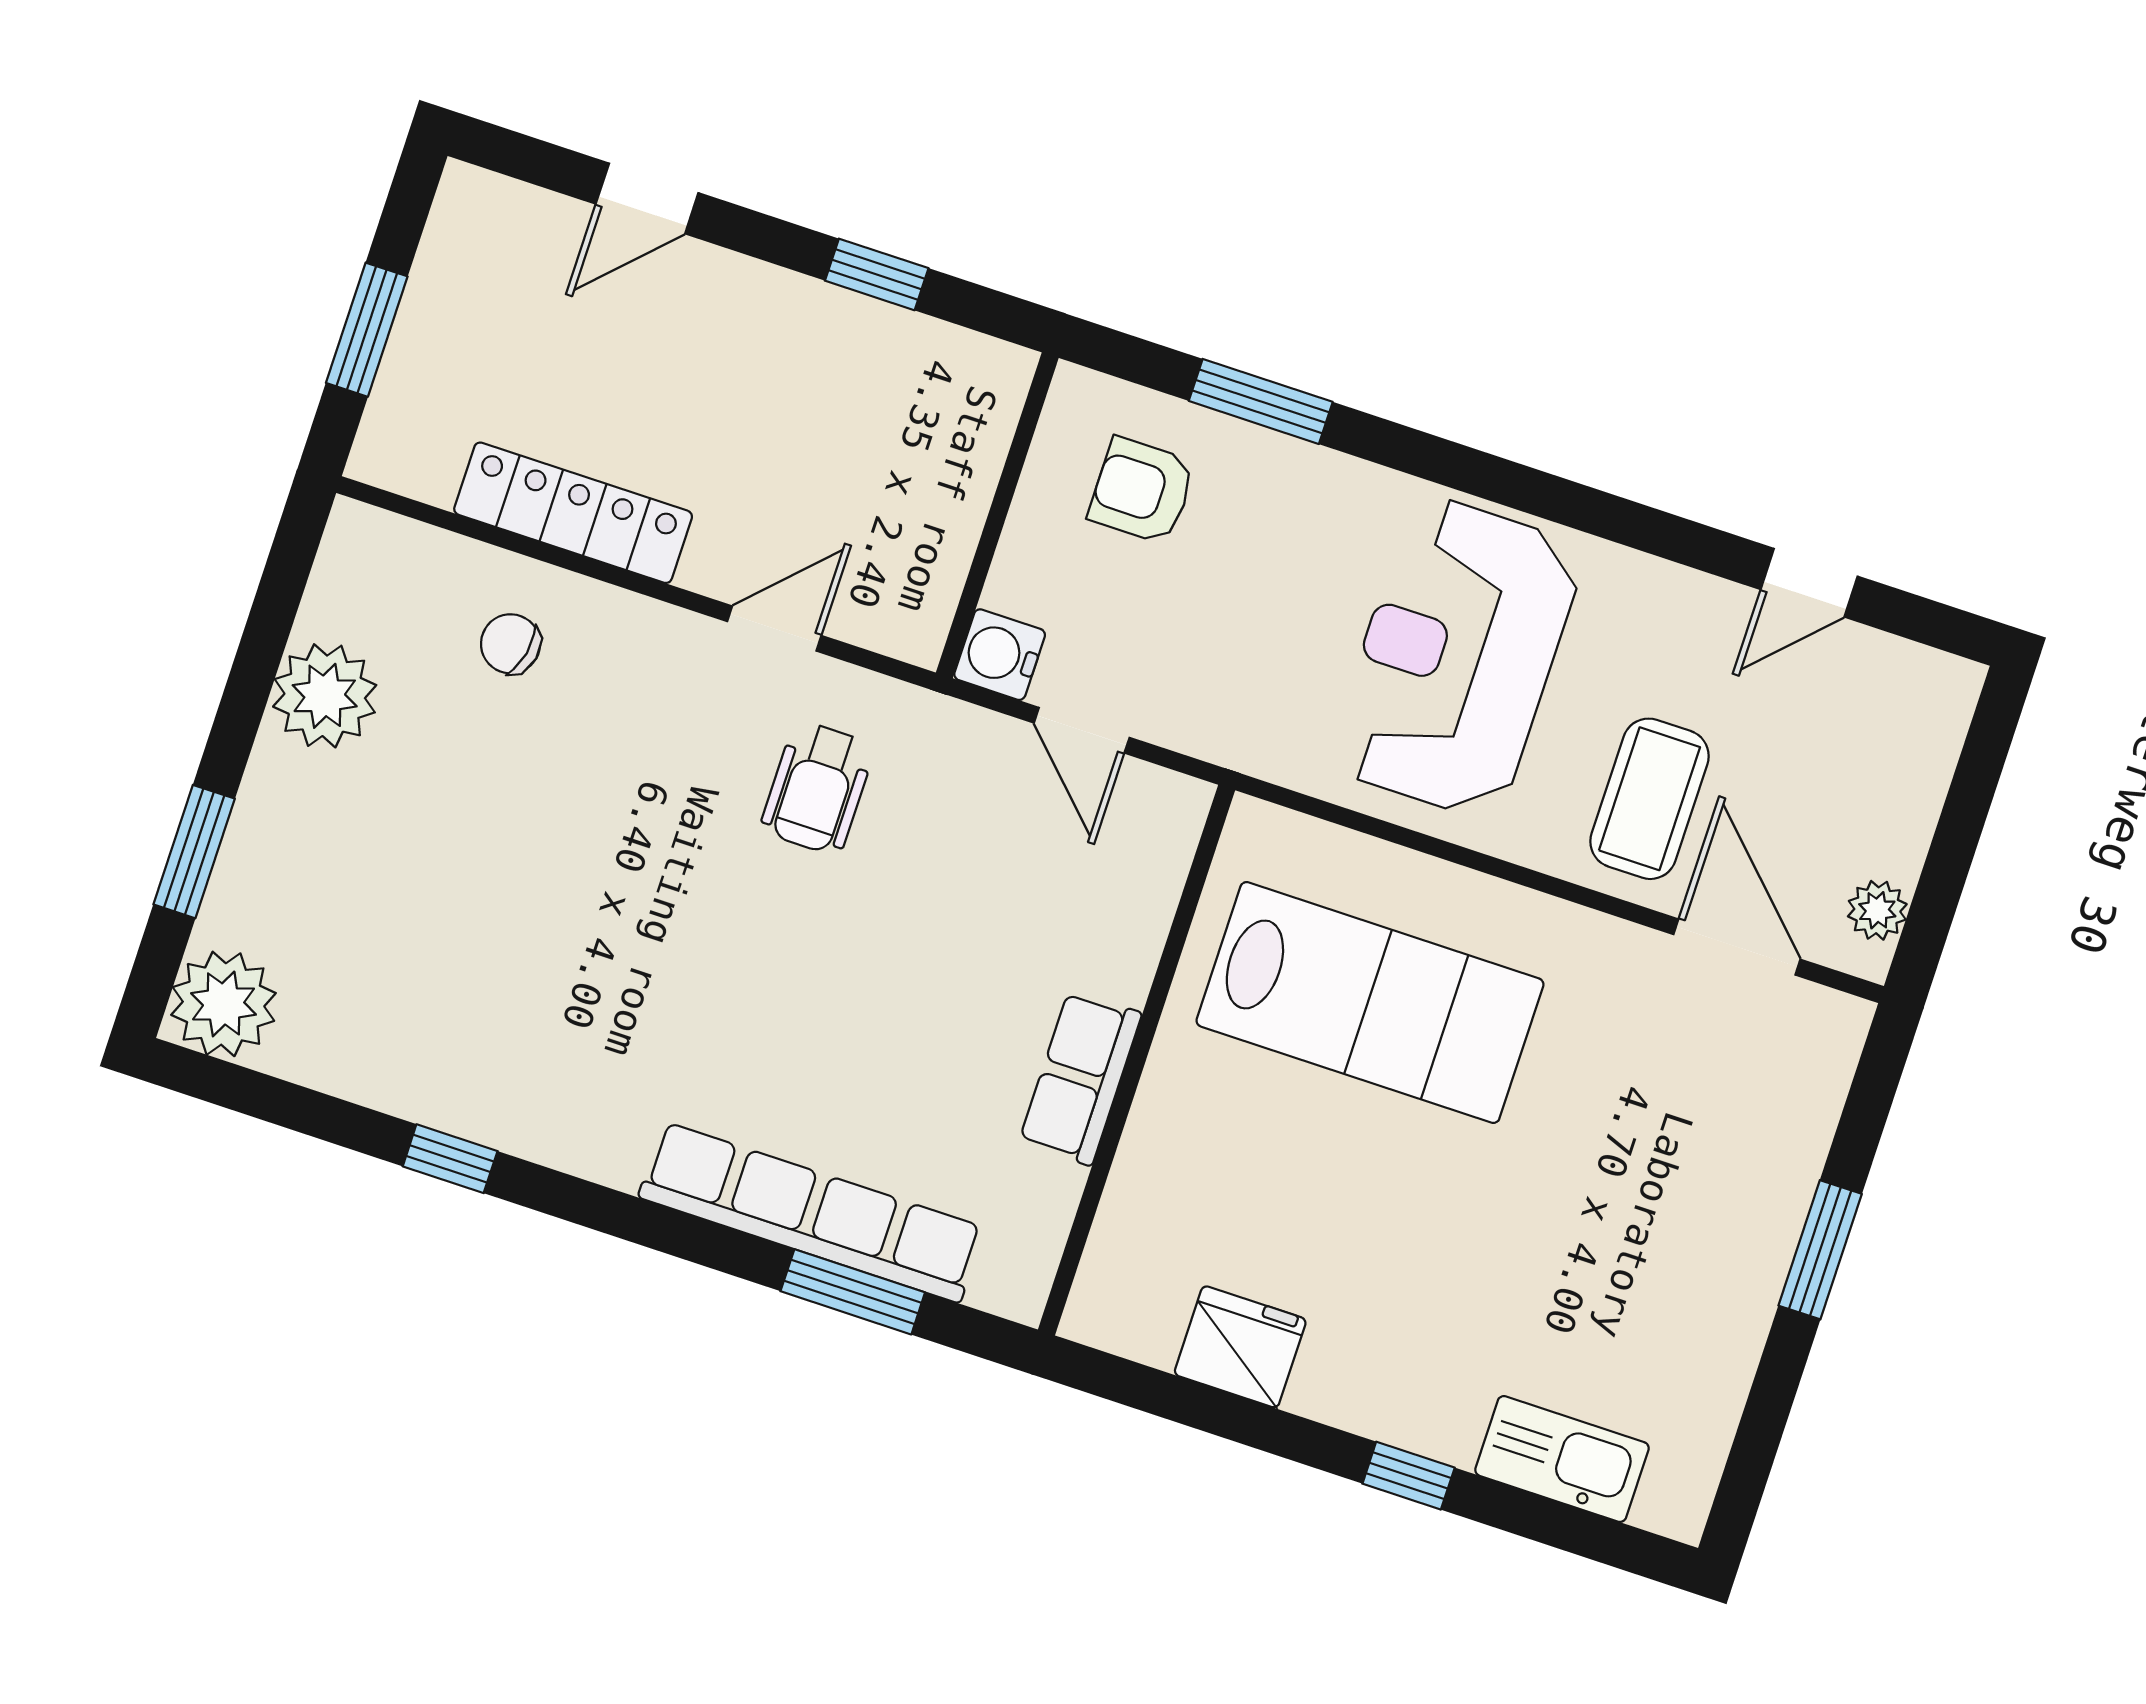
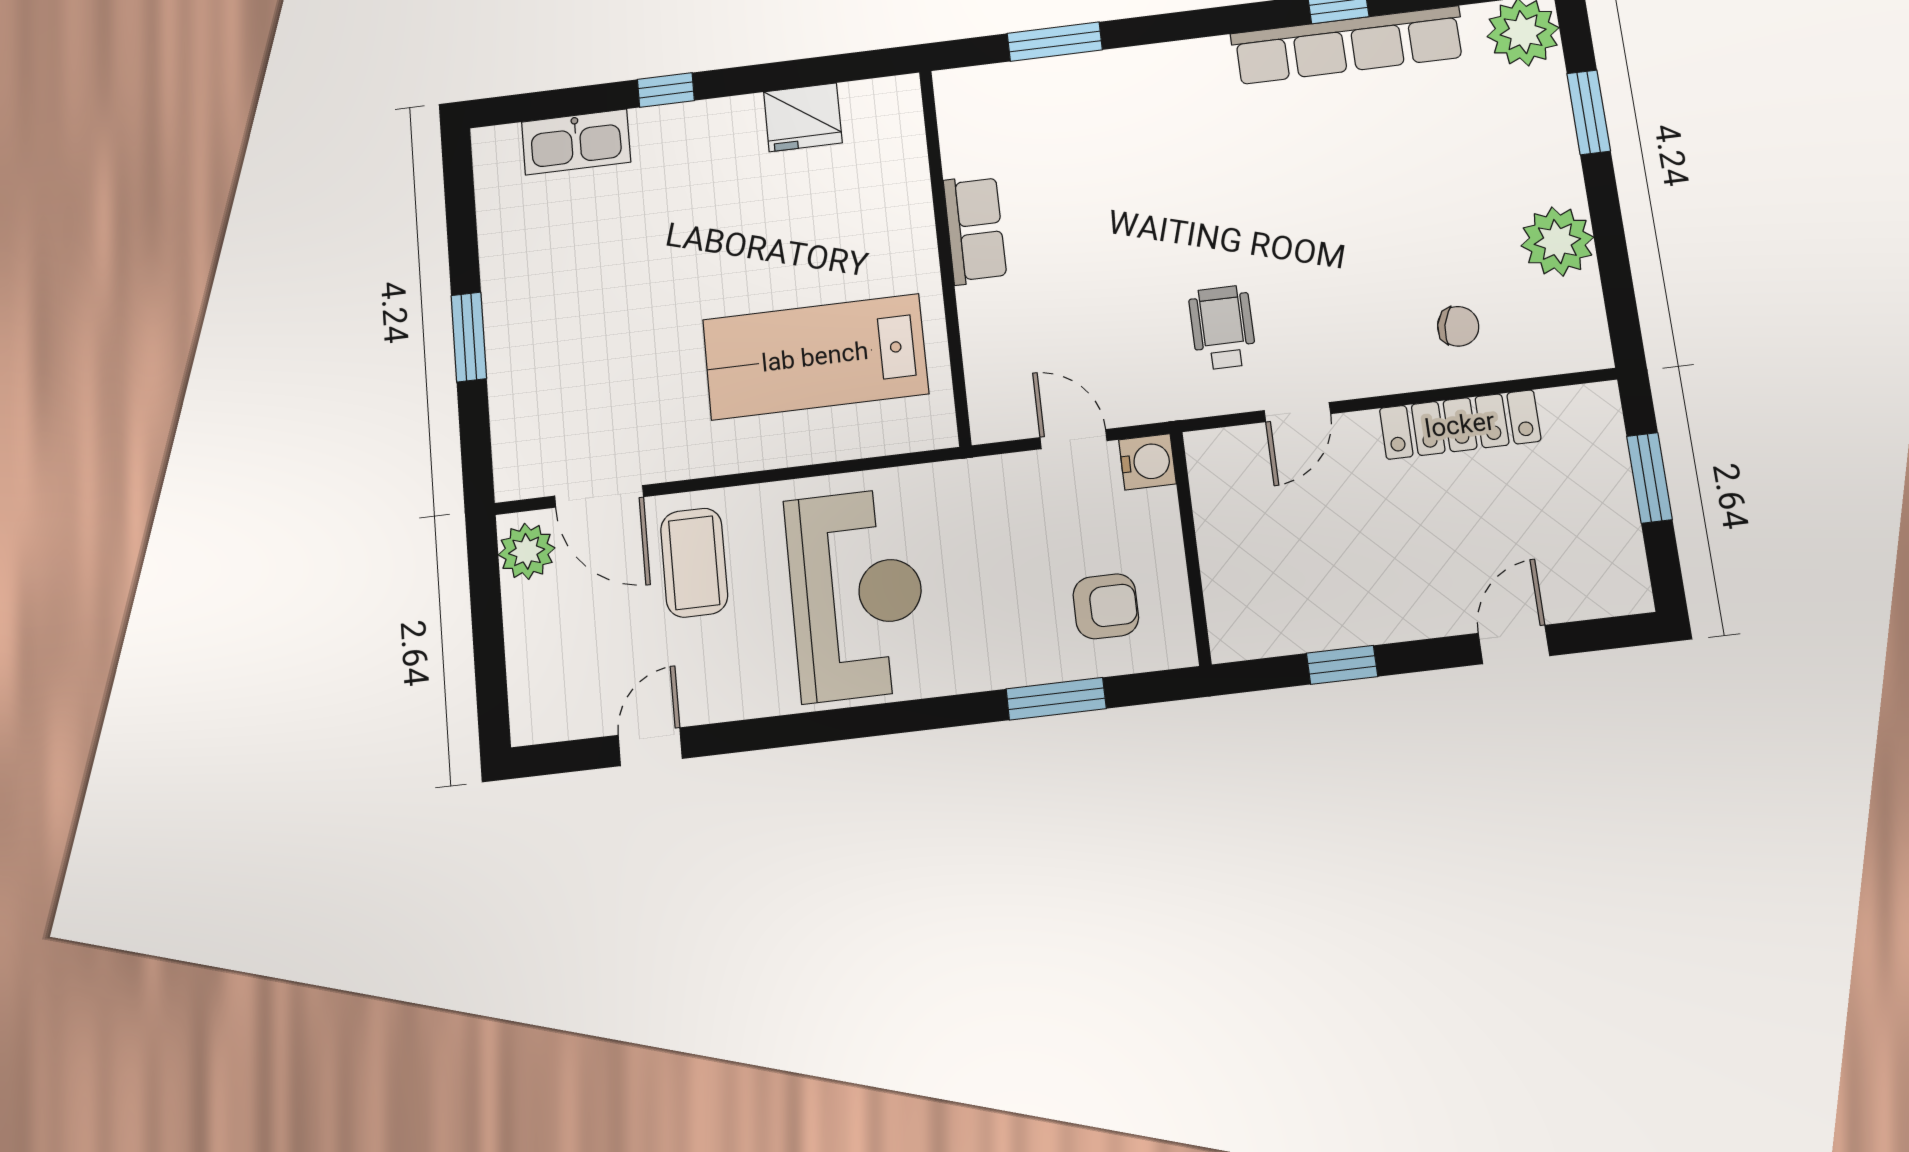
plant: (1877, 910) -> (527, 551), width x1.38, depth x1.38
row of seats: (811, 1212) -> (1348, 45), moved

